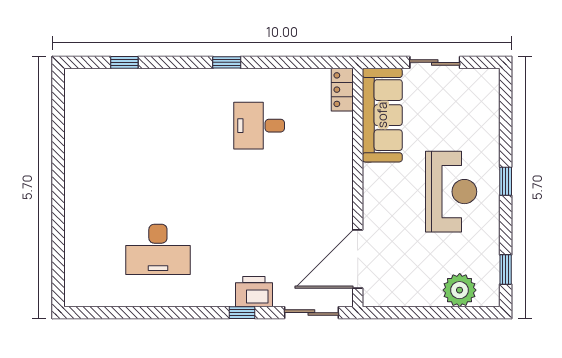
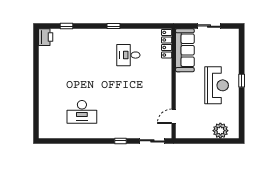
locker: (342, 90) -> (167, 44), width x1.53
door: (358, 259) -> (174, 116), width x0.53
window: (506, 270) -> (242, 121), removed
printer: (254, 292) -> (46, 37), moved, turned 90

